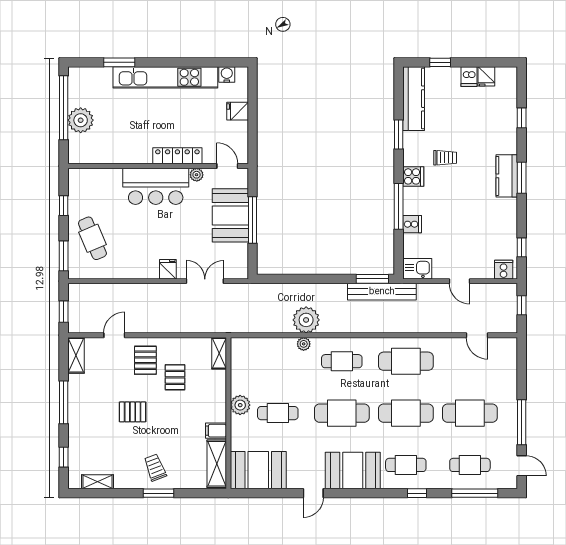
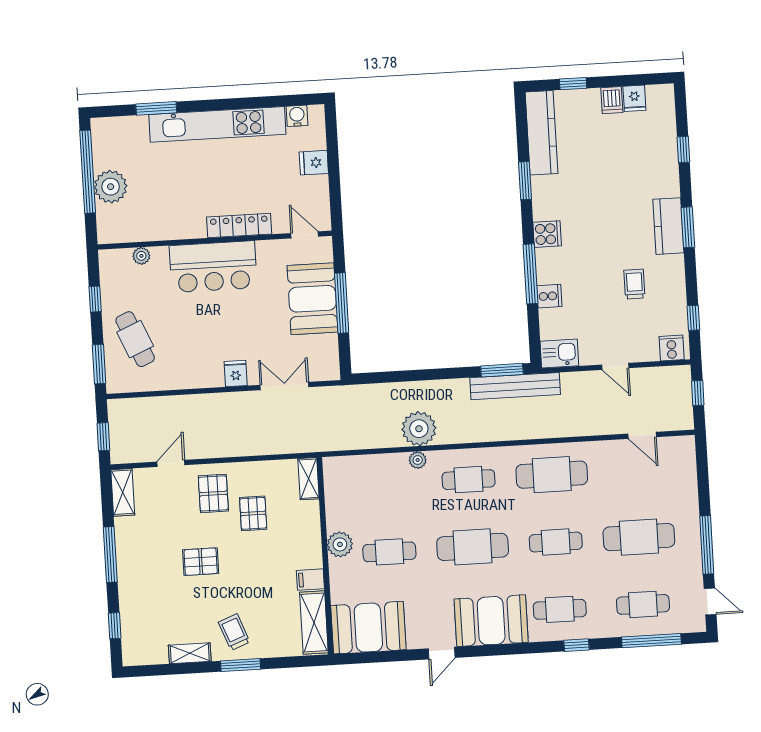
trolley: (445, 158) -> (634, 284), moved, turned -90
plant: (197, 175) -> (141, 256), moved
cafe table: (406, 413) -> (556, 542), width x0.73, depth x0.74
shelving: (98, 482) -> (190, 653), moved

